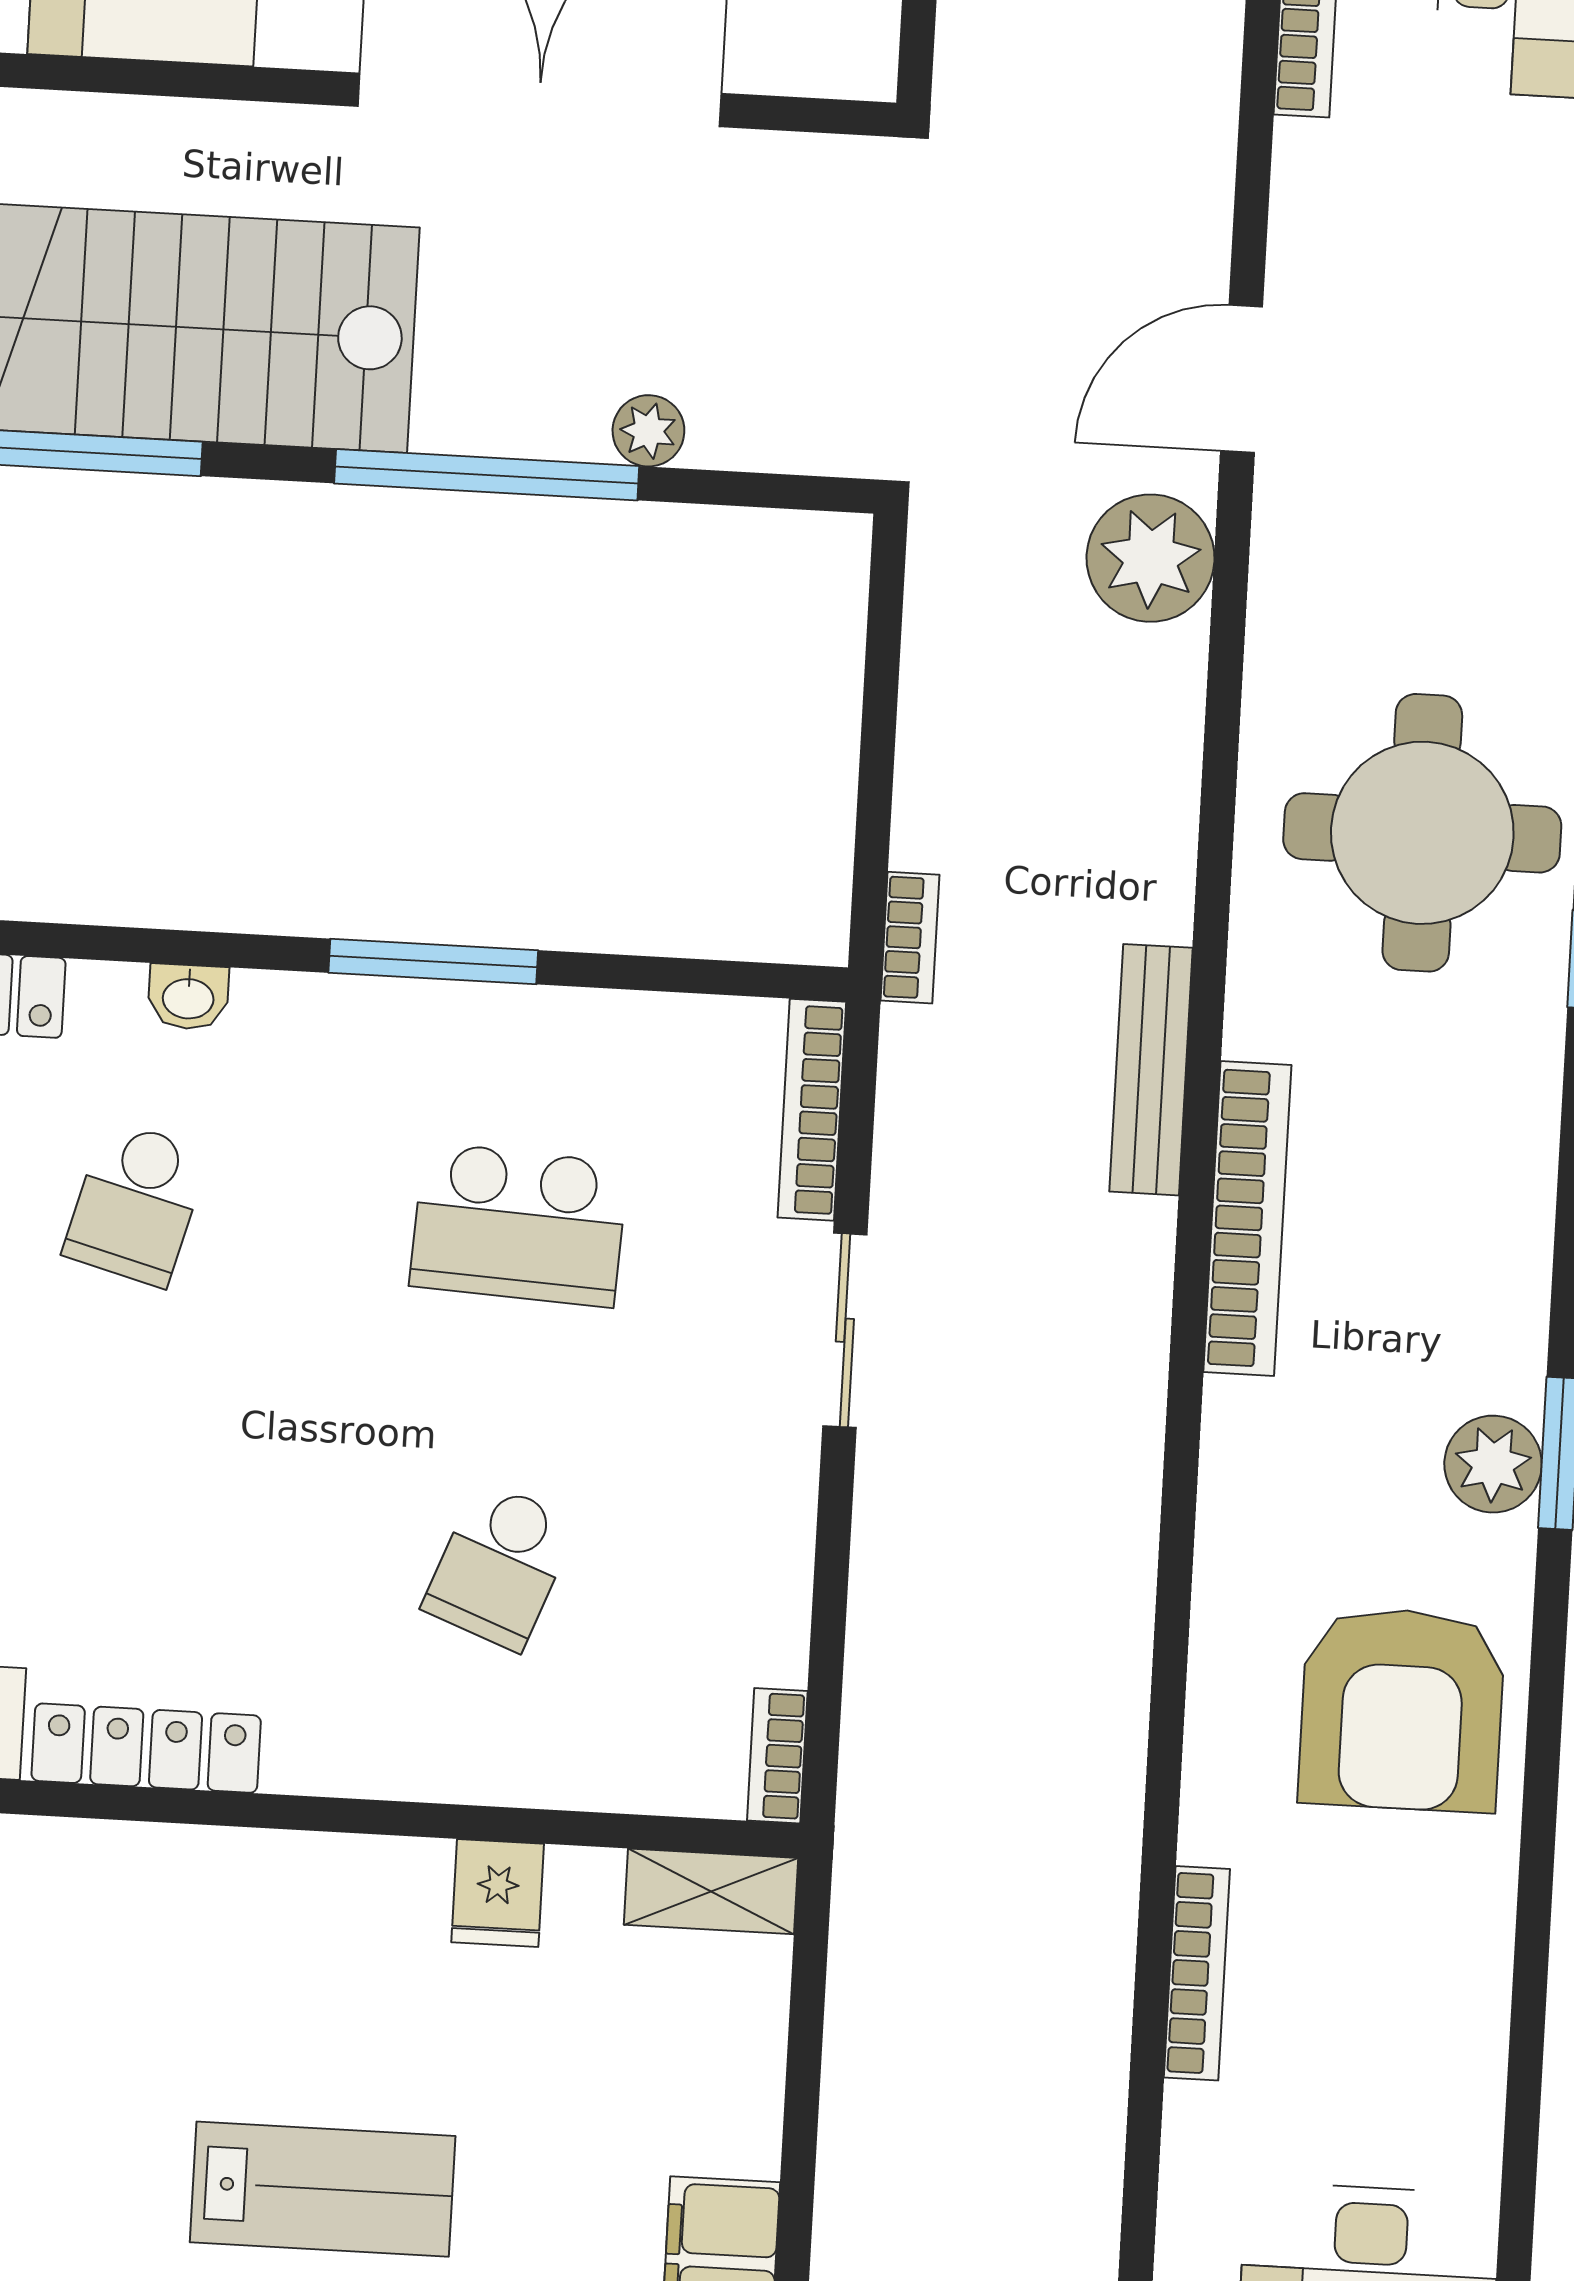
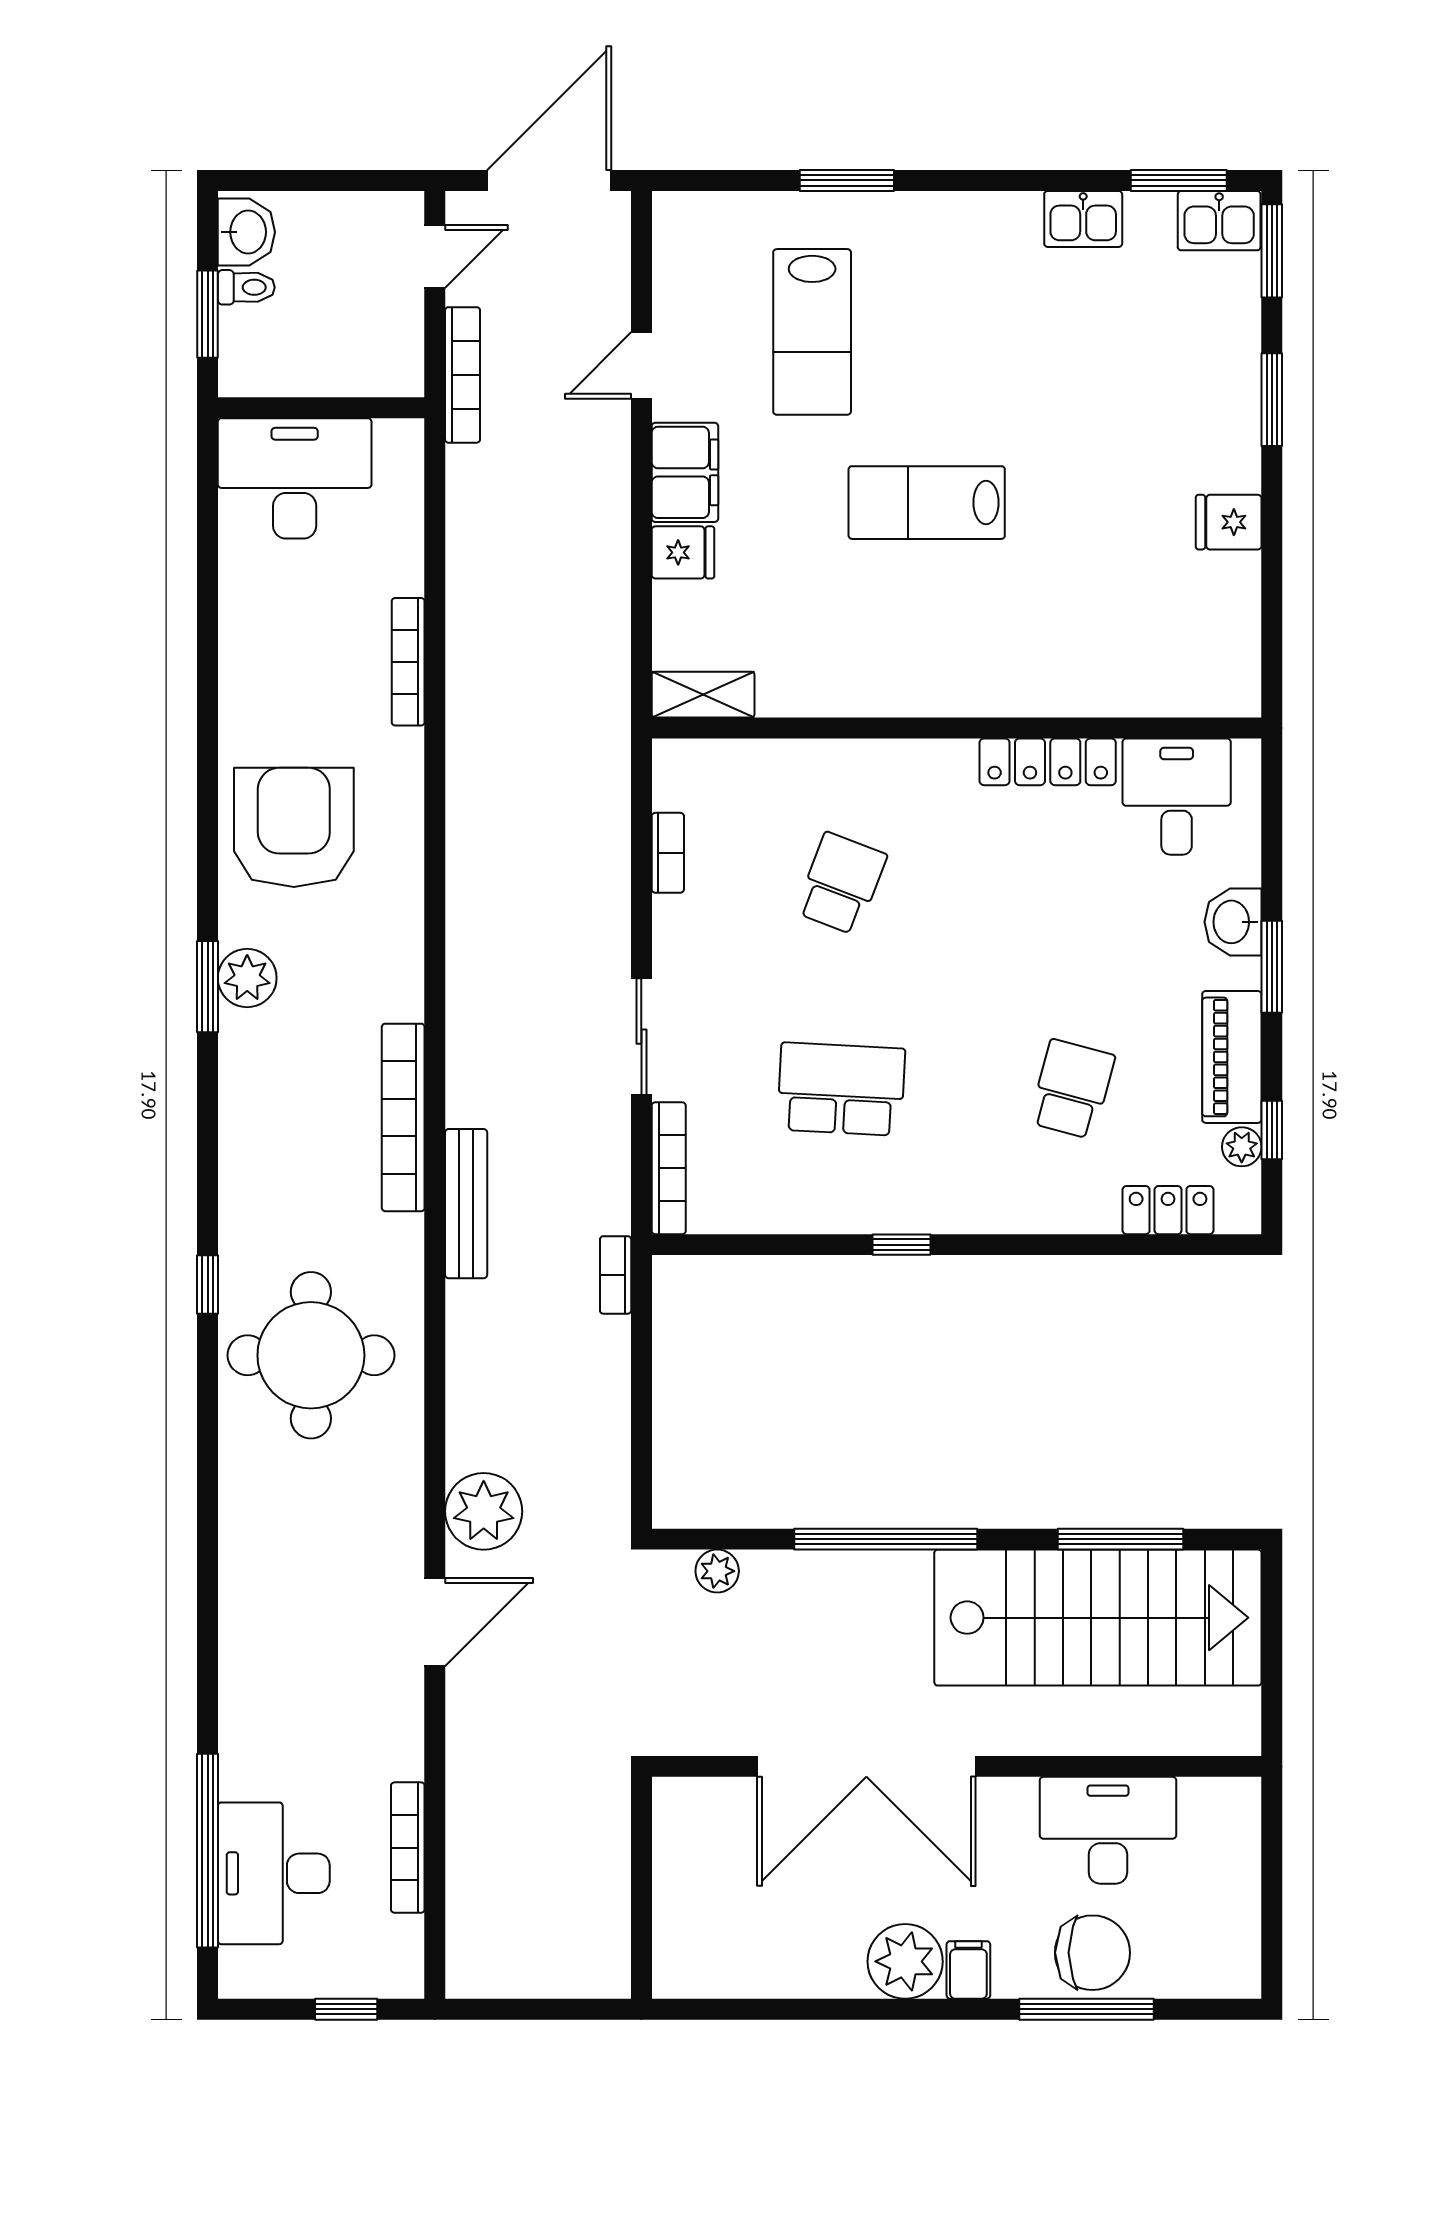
plant: (648, 431) -> (717, 1571), moved
window: (433, 961) -> (901, 1245), width x0.46
washbasin: (188, 997) -> (1048, 1215), removed
bookcase: (777, 1756) -> (668, 853), moved
fridge: (498, 1893) -> (683, 552), moved, turned 90

